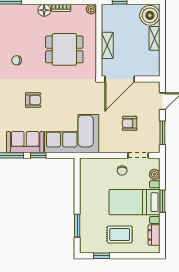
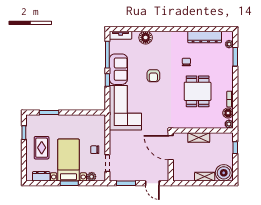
floor lamp: (44, 10) -> (228, 113), moved
dining table: (64, 49) -> (198, 91), moved
armchair: (130, 123) -> (134, 156), removed

